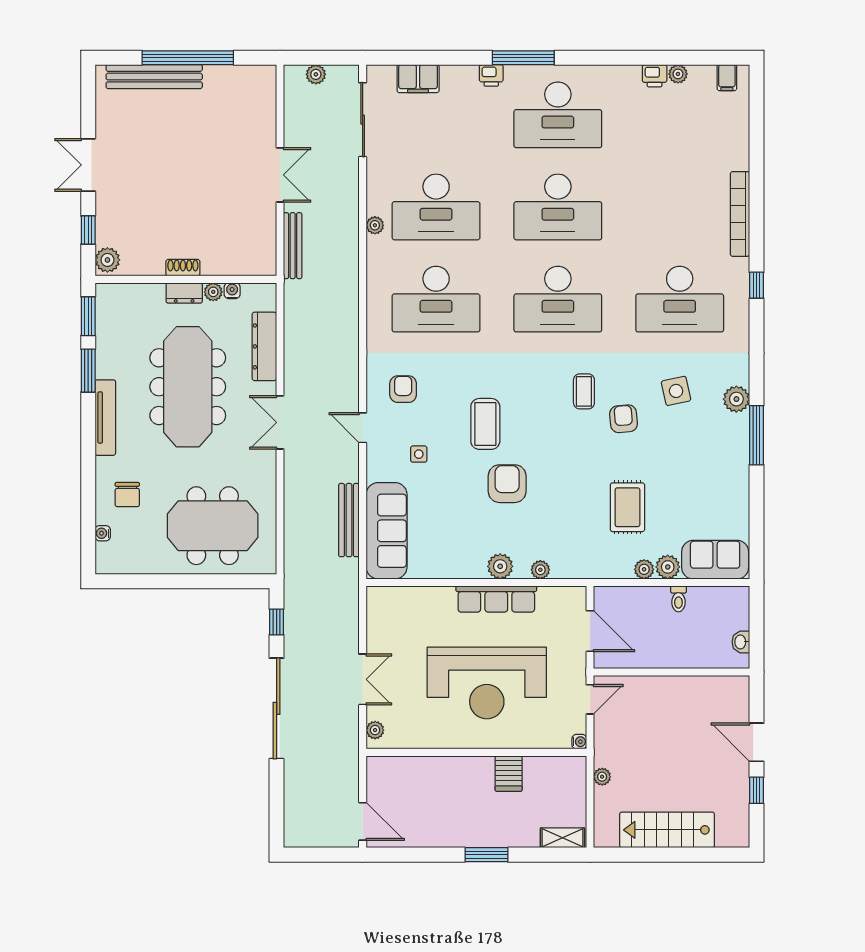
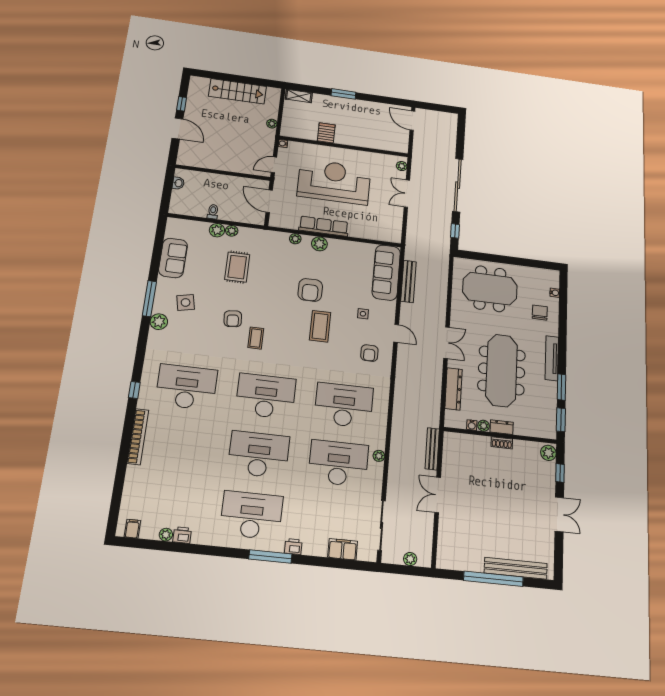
side table: (676, 391) -> (186, 302), moved
sofa: (715, 560) -> (173, 258), moved, turned -90

